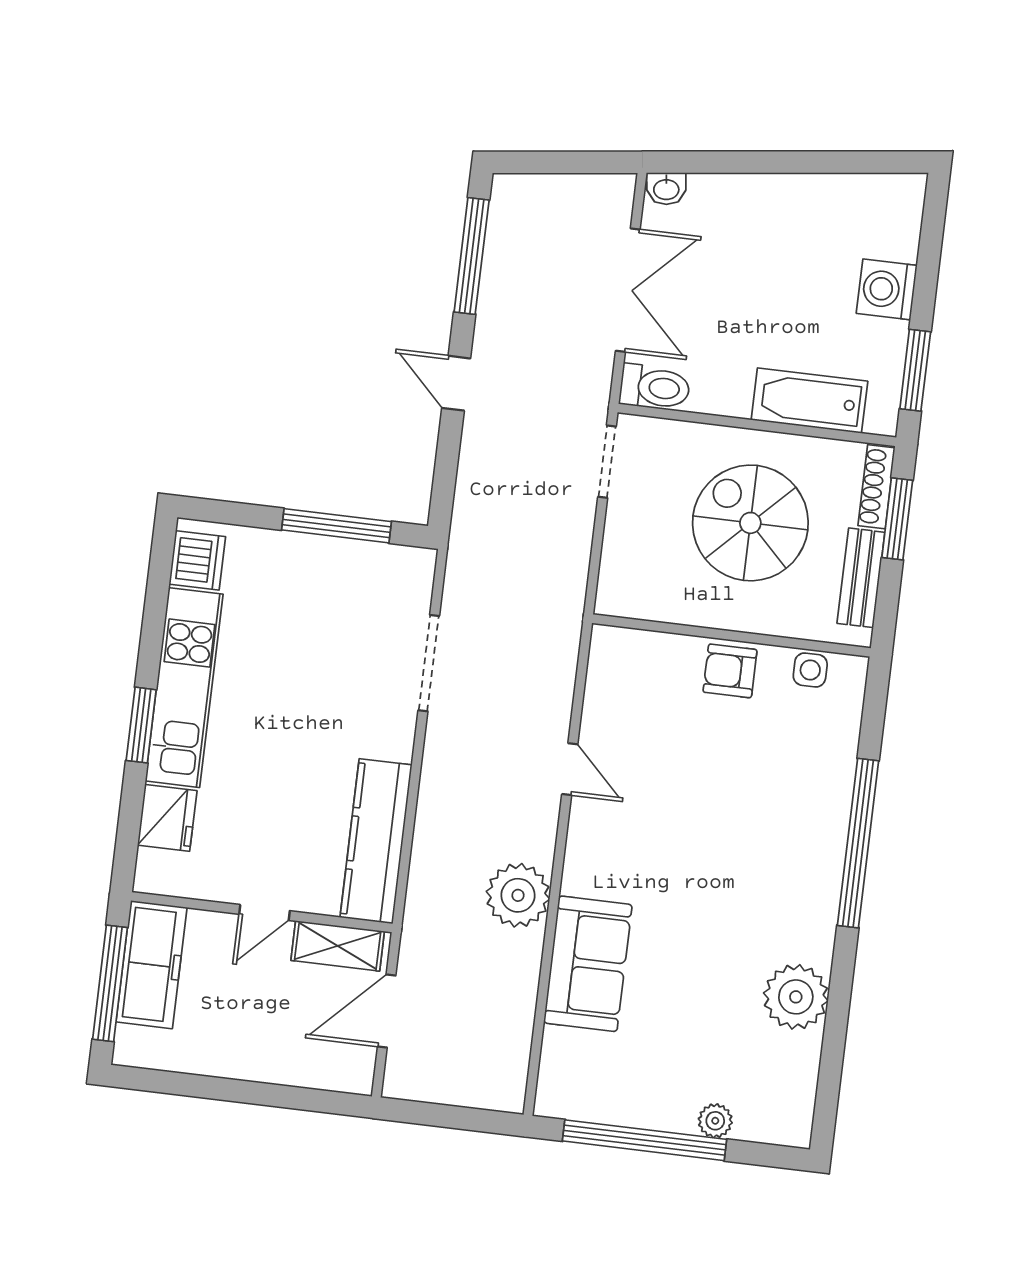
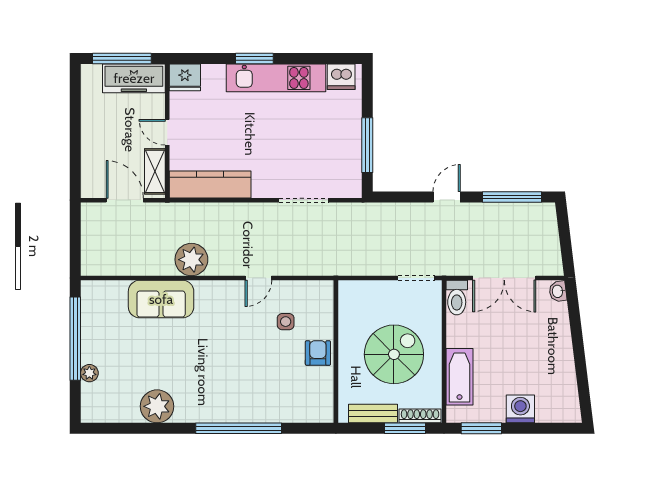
side table: (810, 670) -> (286, 322), moved
fridge: (167, 818) -> (185, 77), moved

